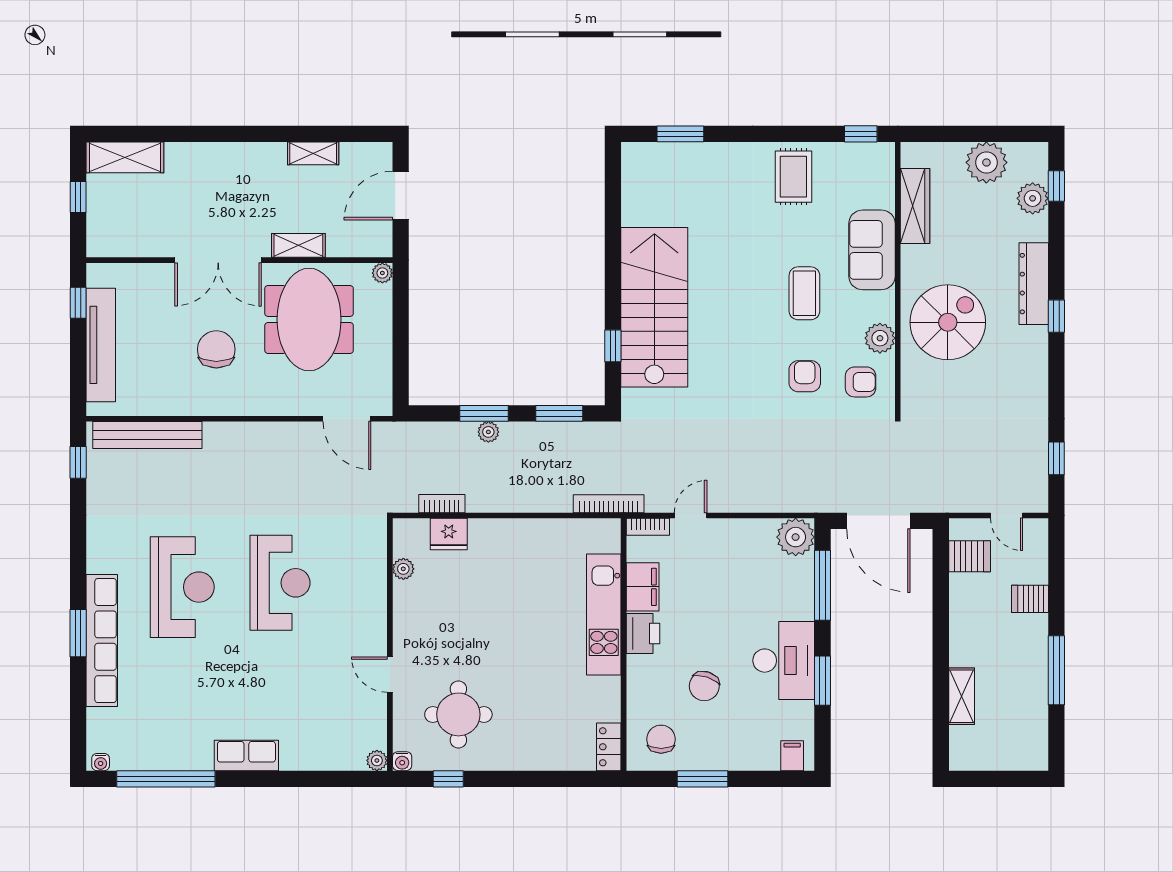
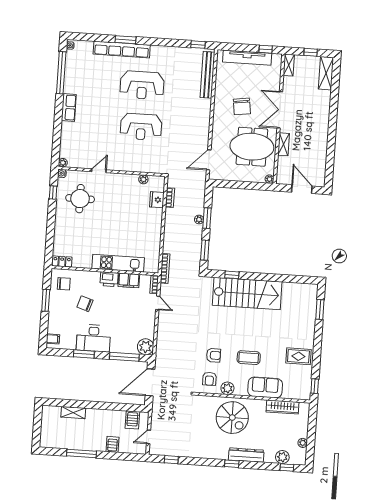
shelving: (313, 153) -> (289, 65), moved
plant: (986, 162) -> (303, 443), width x0.53, depth x0.53
chair: (216, 349) -> (242, 106), turned 82

